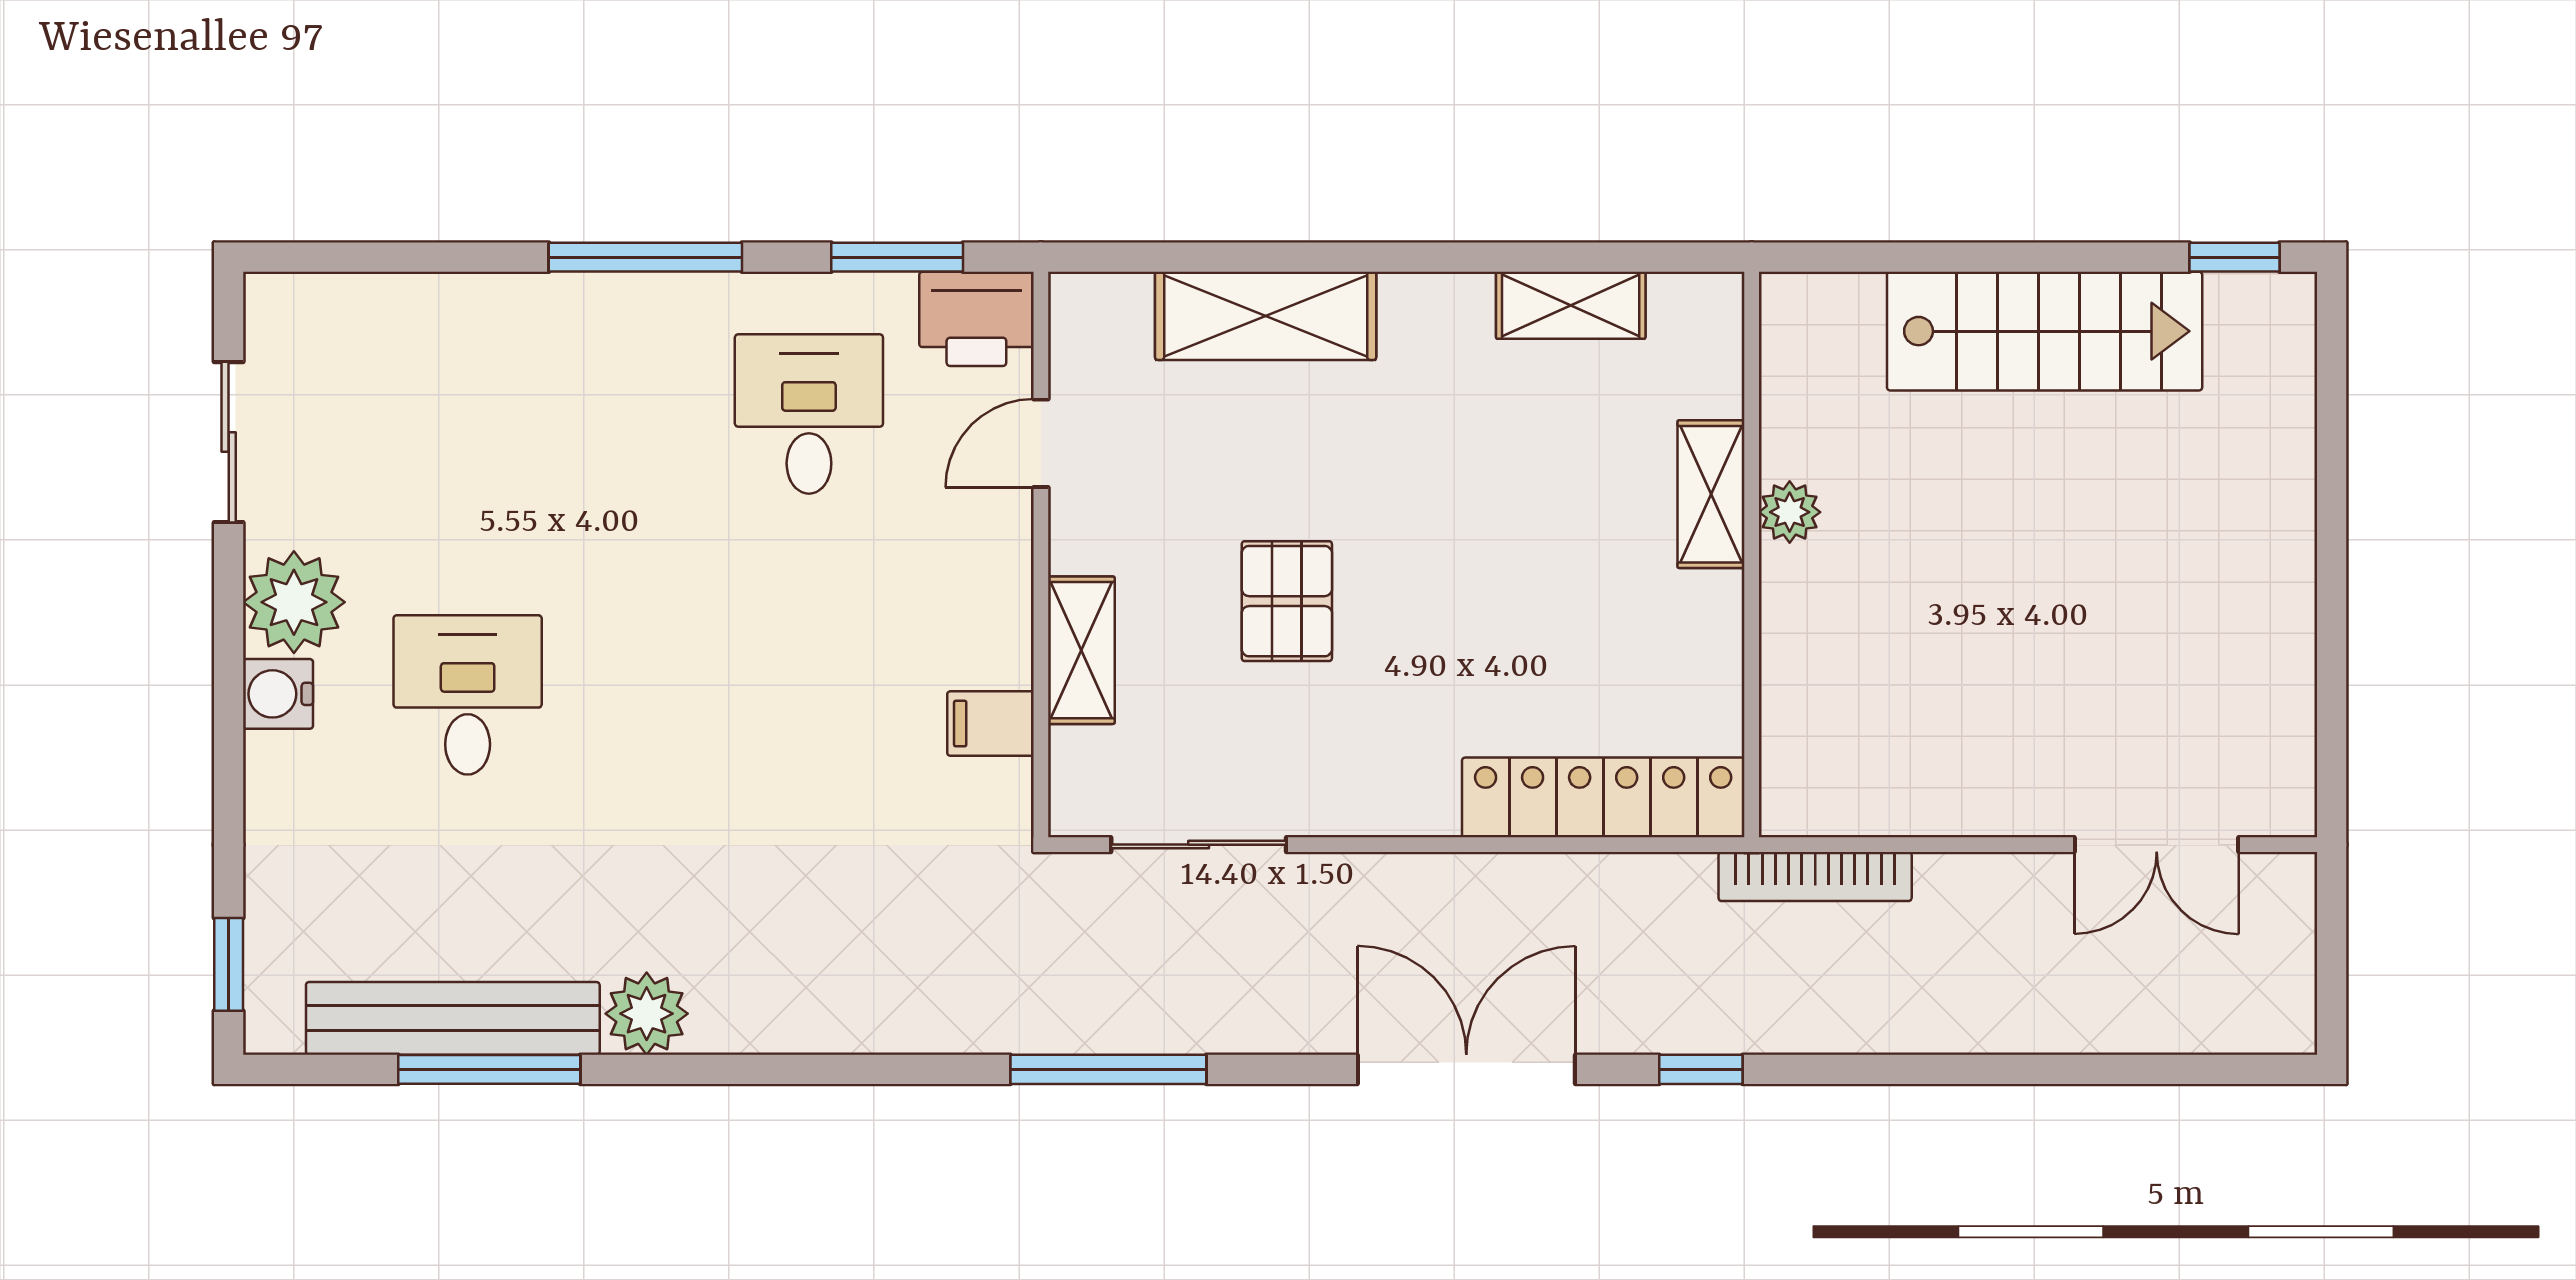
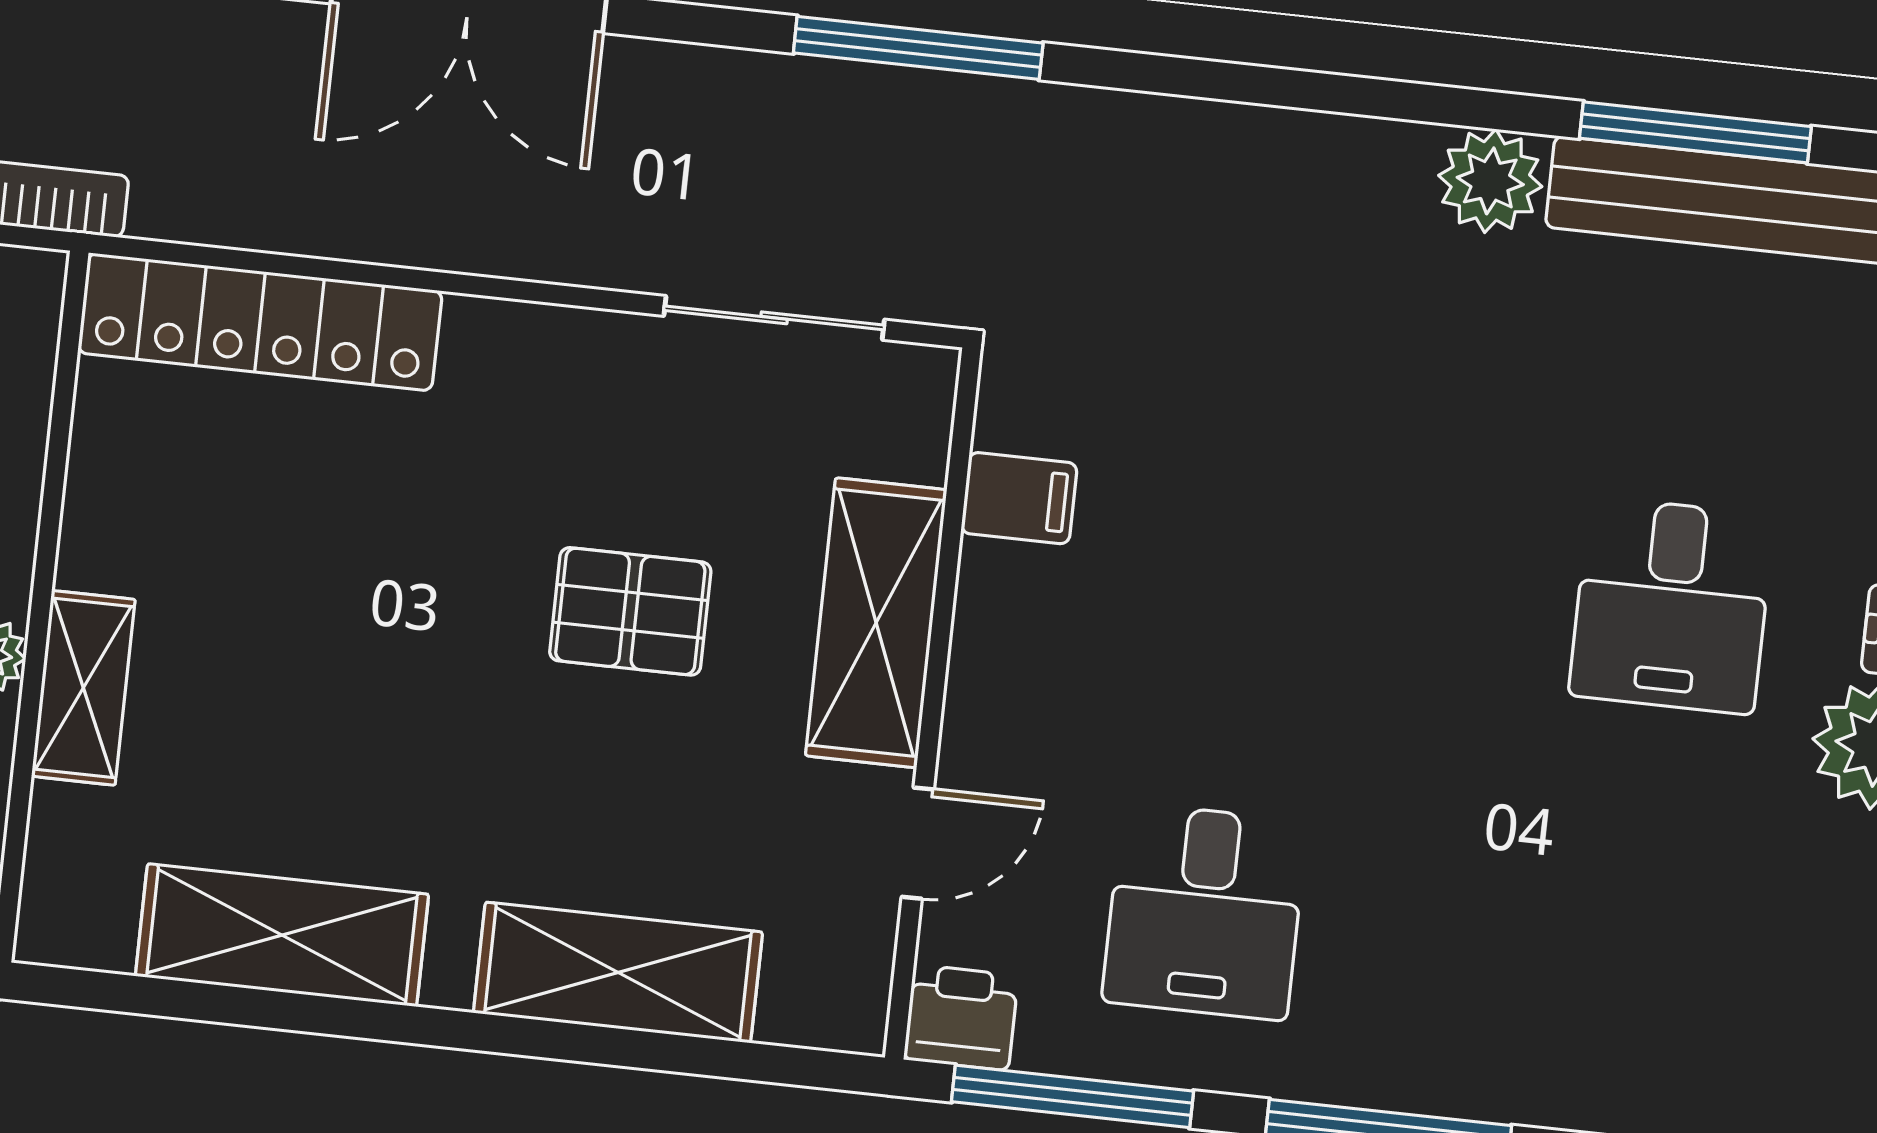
window: (897, 257) -> (1073, 1096), width x1.44
shelving: (1571, 305) -> (282, 935), width x1.50, depth x1.33
printer: (976, 319) -> (961, 1017), width x0.73, depth x0.81
pallet: (1287, 601) -> (630, 611), turned 90
shelving: (1081, 650) -> (876, 623), width x1.50, depth x1.33

